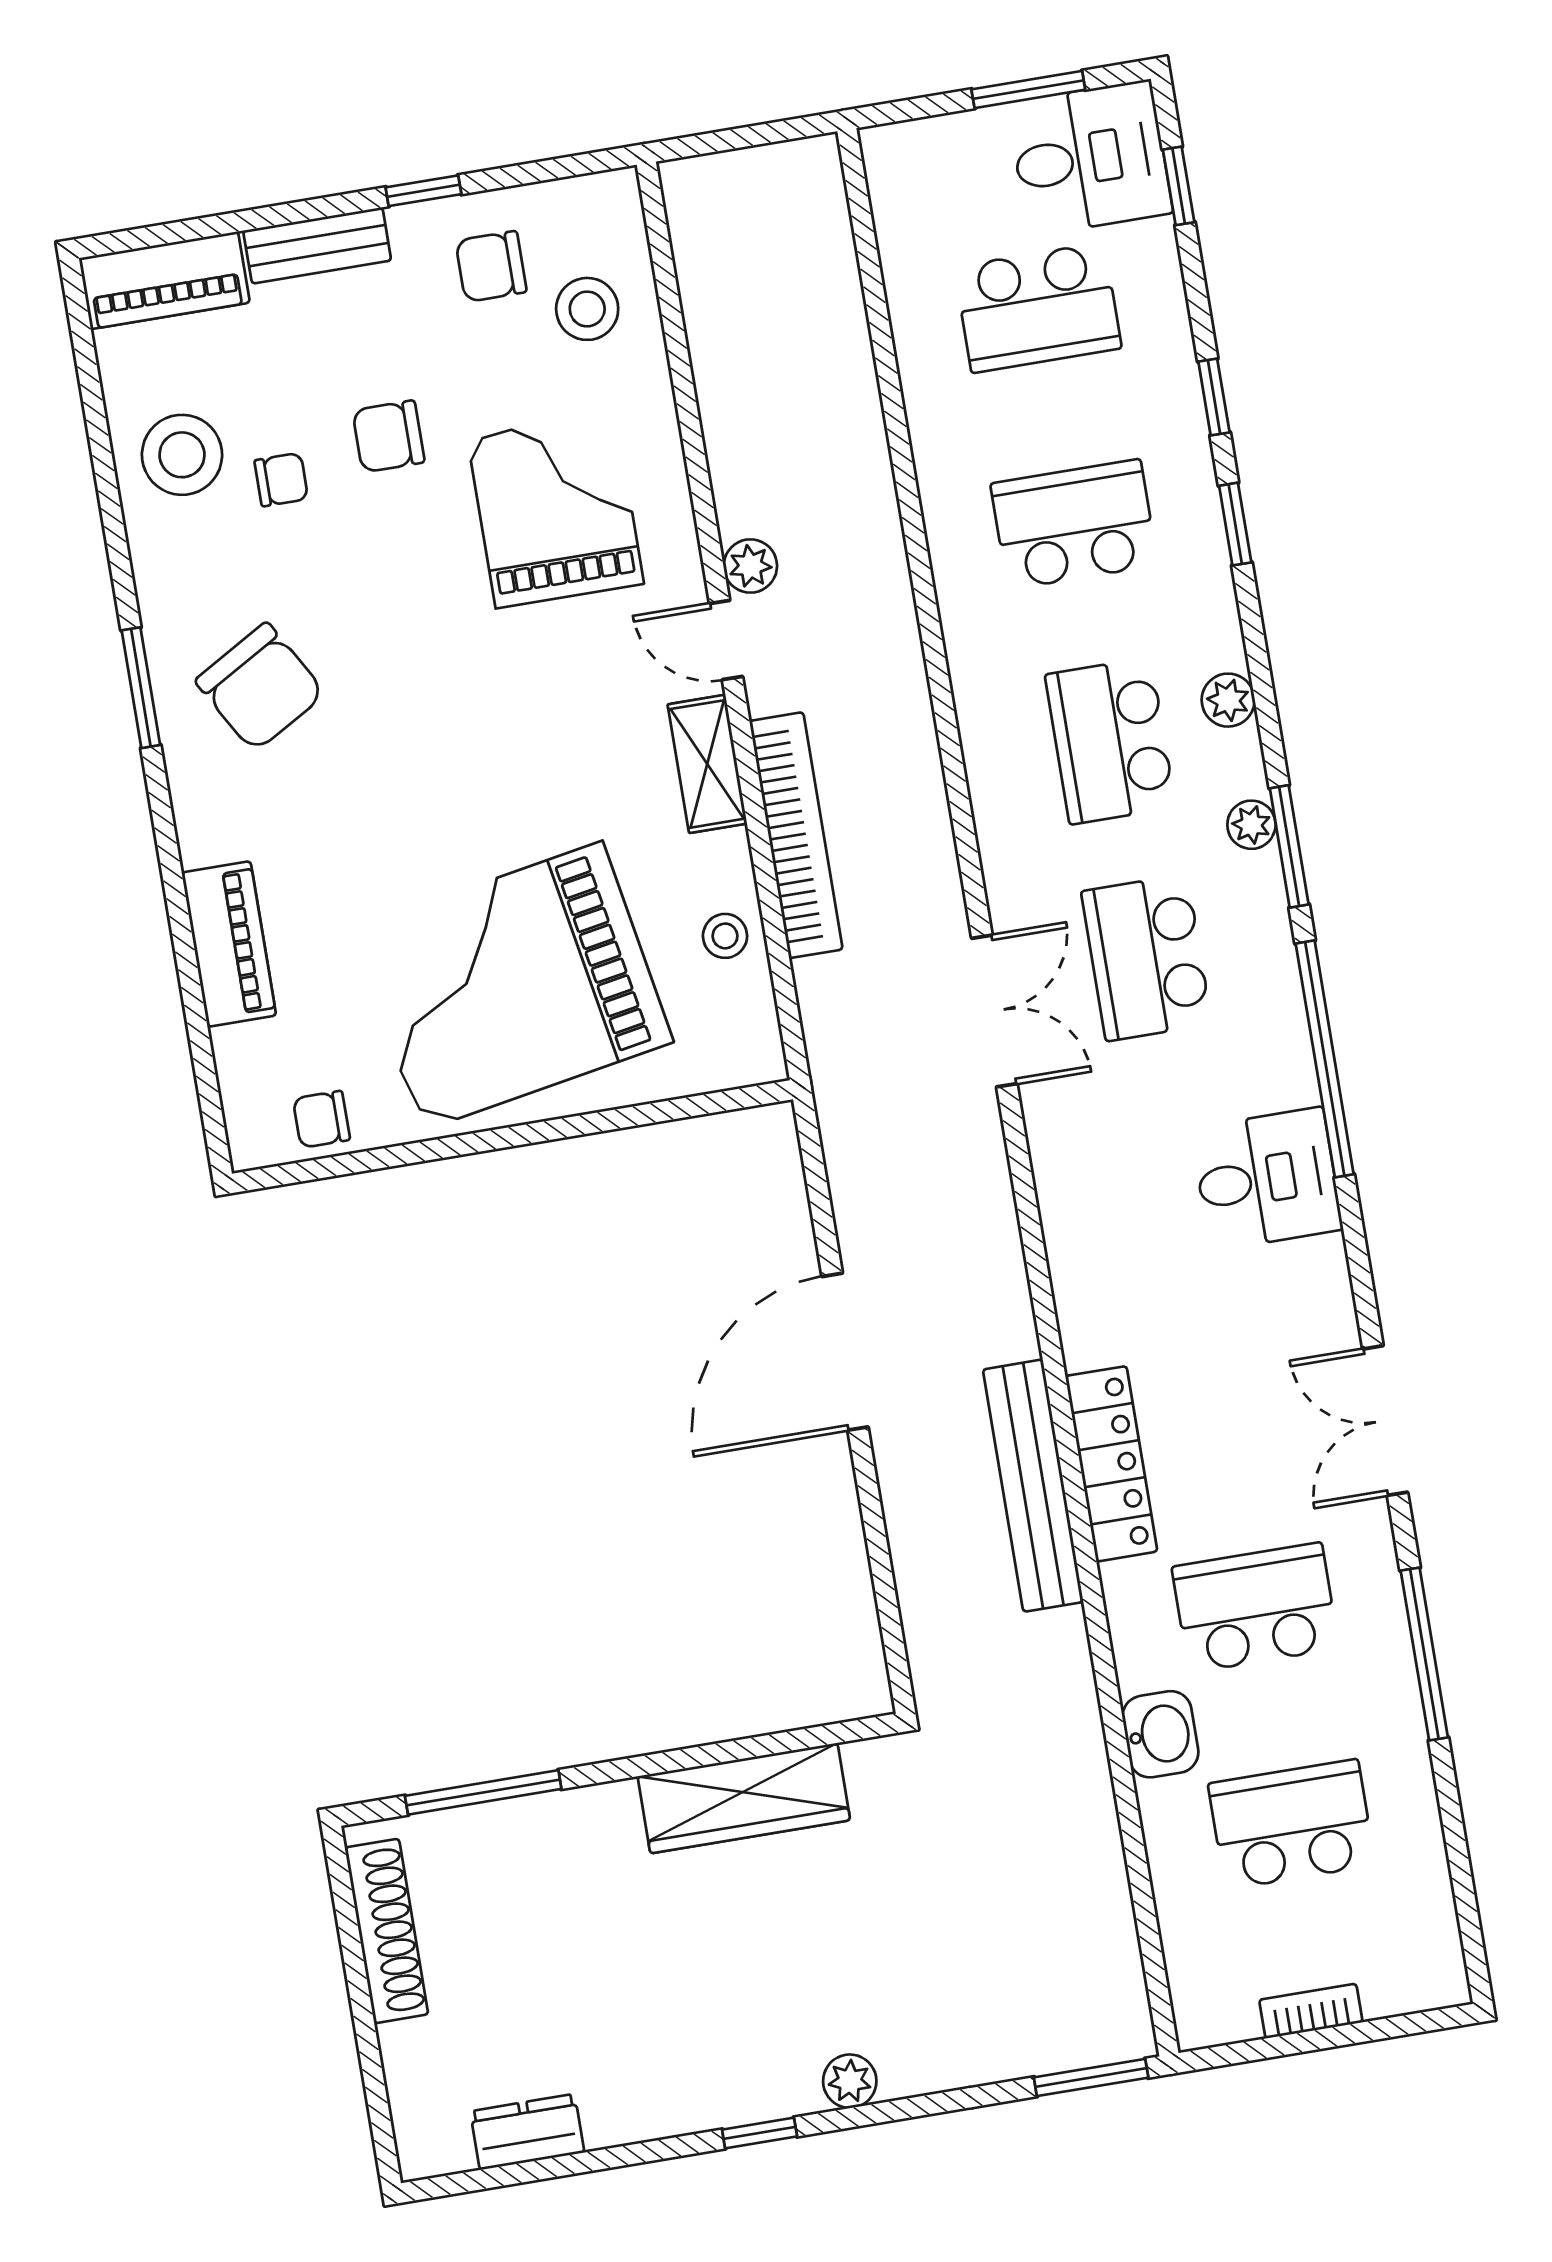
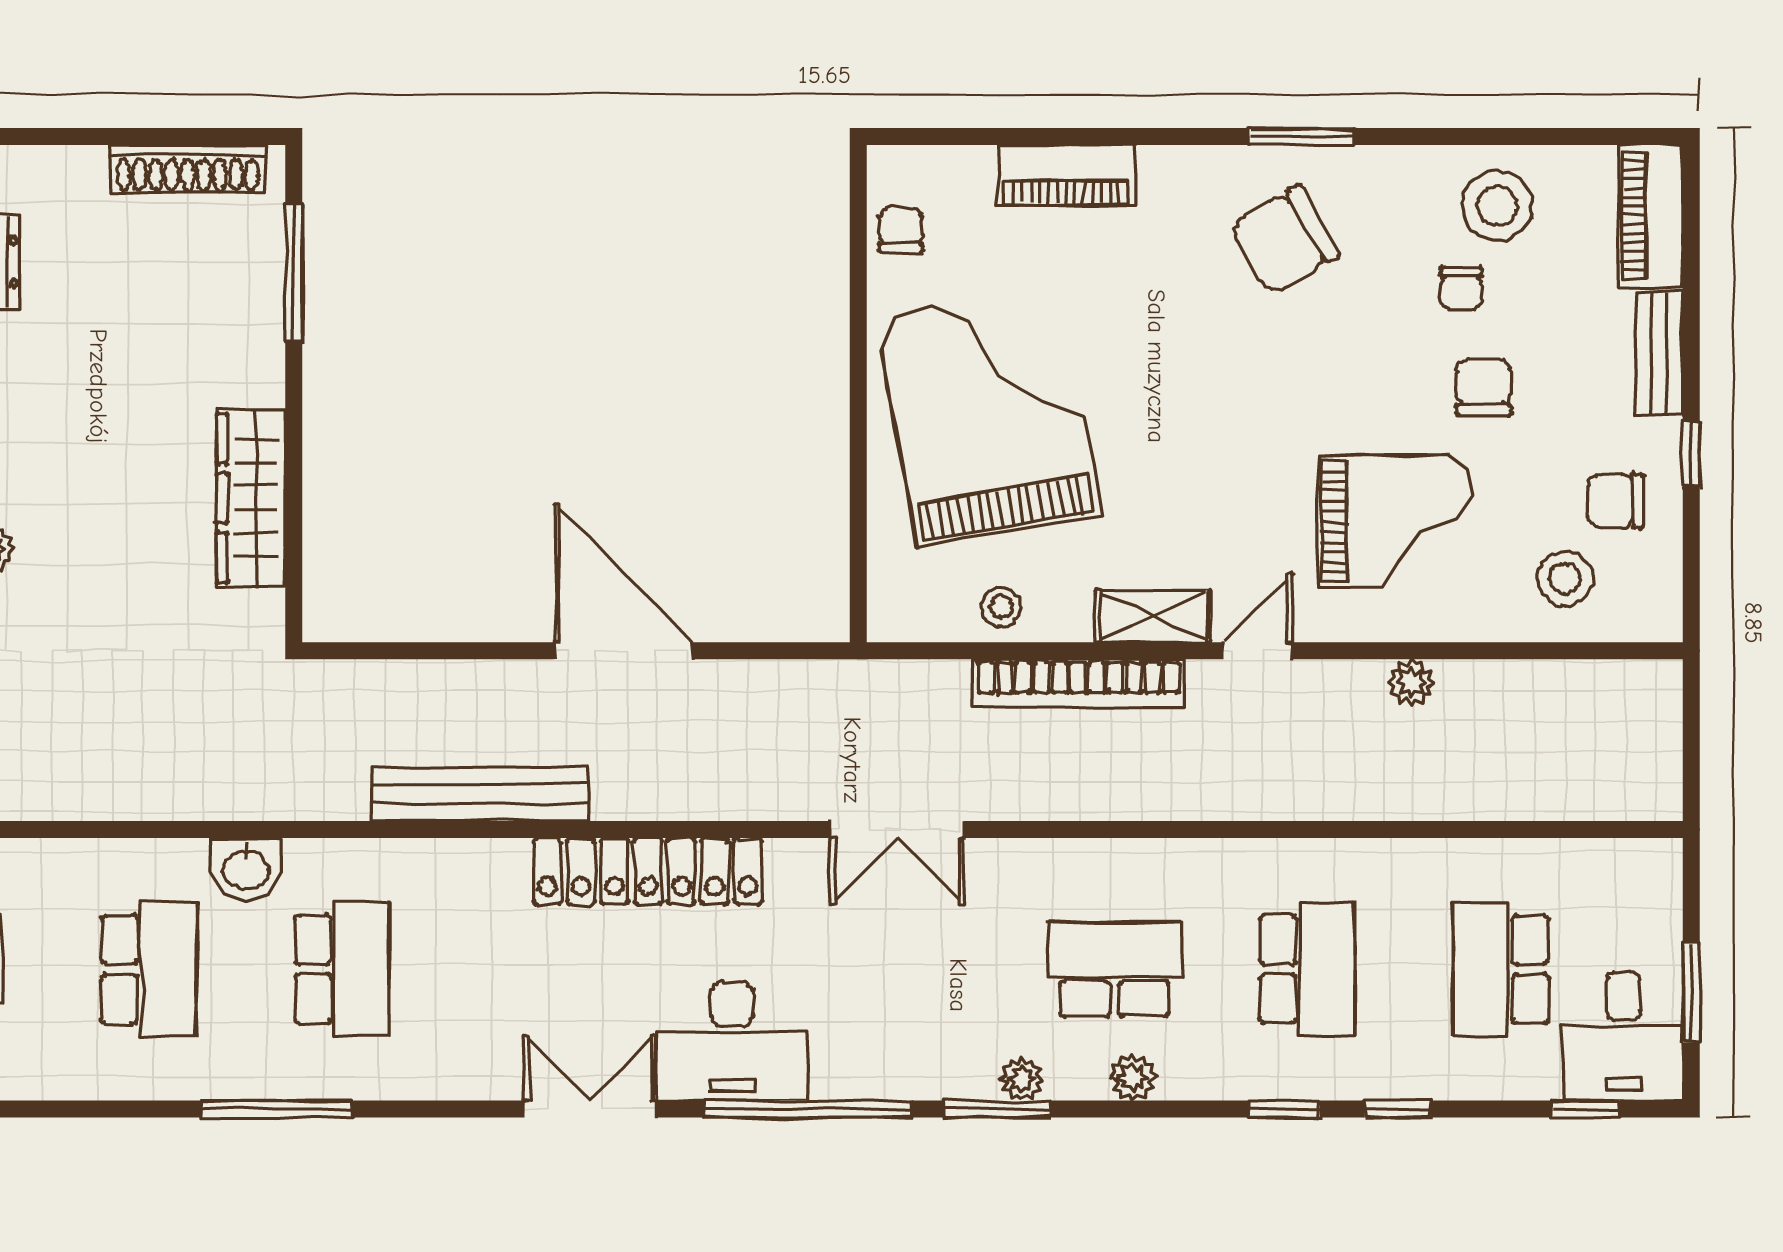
chair: (491, 266) -> (1616, 501), turned -90
plant: (750, 566) -> (1411, 683), moved
school desk: (1147, 958) -> (921, 969), removed
desk: (1267, 1179) -> (733, 1041), width x1.37
double door: (1385, 1421) -> (590, 1109), moved
locker: (1111, 1464) -> (648, 871), moved, width x1.41, depth x1.21

